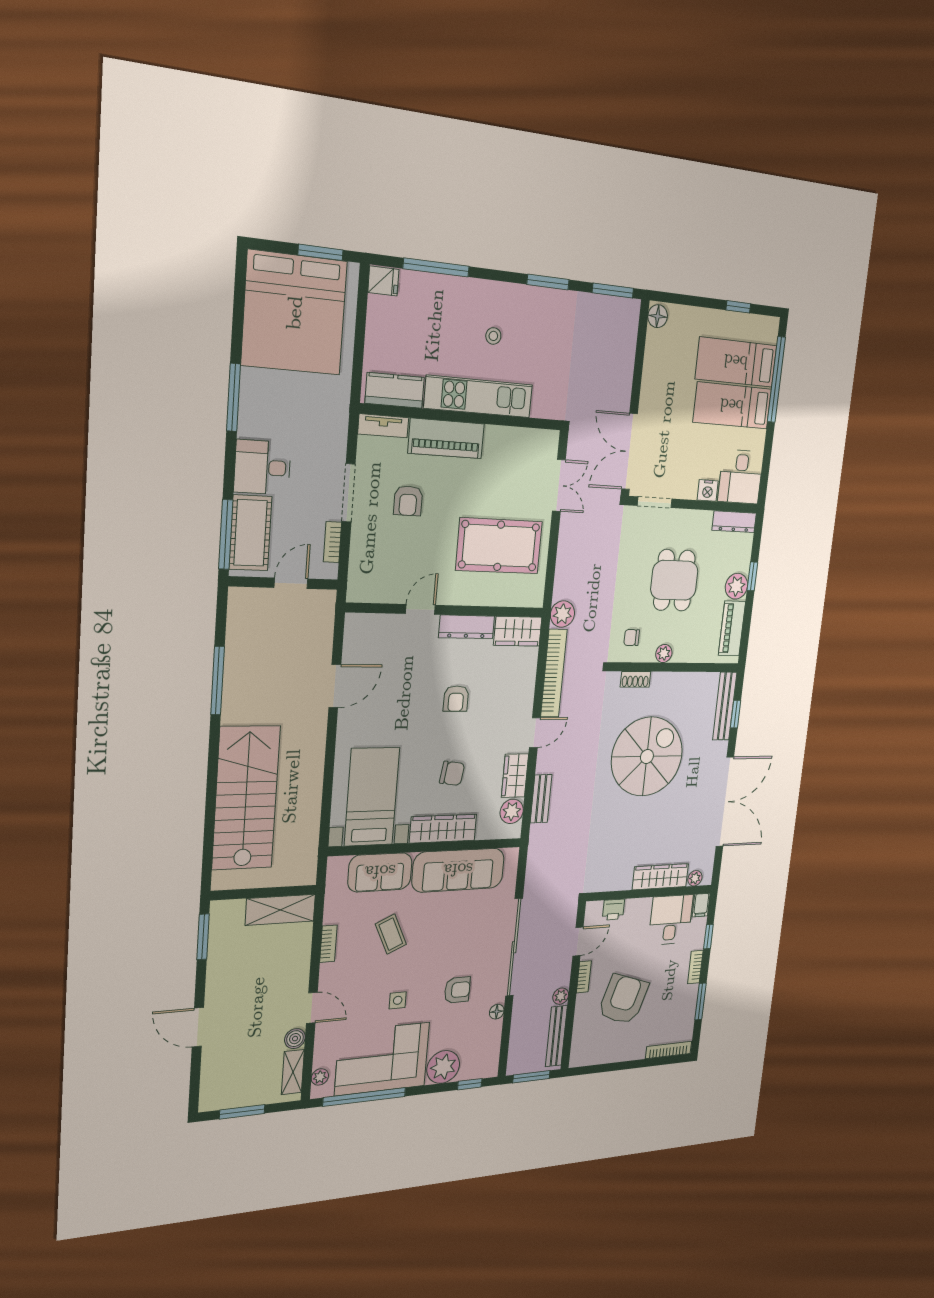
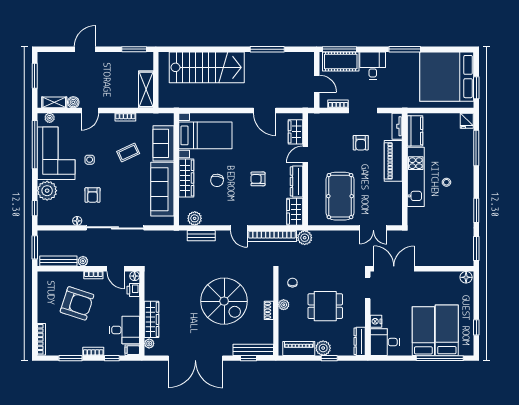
armchair: (408, 501) -> (361, 143), turned -90
door: (420, 609) -> (305, 154), swing flipped
shoe rack: (635, 679) -> (269, 310), moved
wardrobe: (515, 776) -> (296, 132), moved, turned -90
floor lamp: (592, 909) -> (135, 276), added

